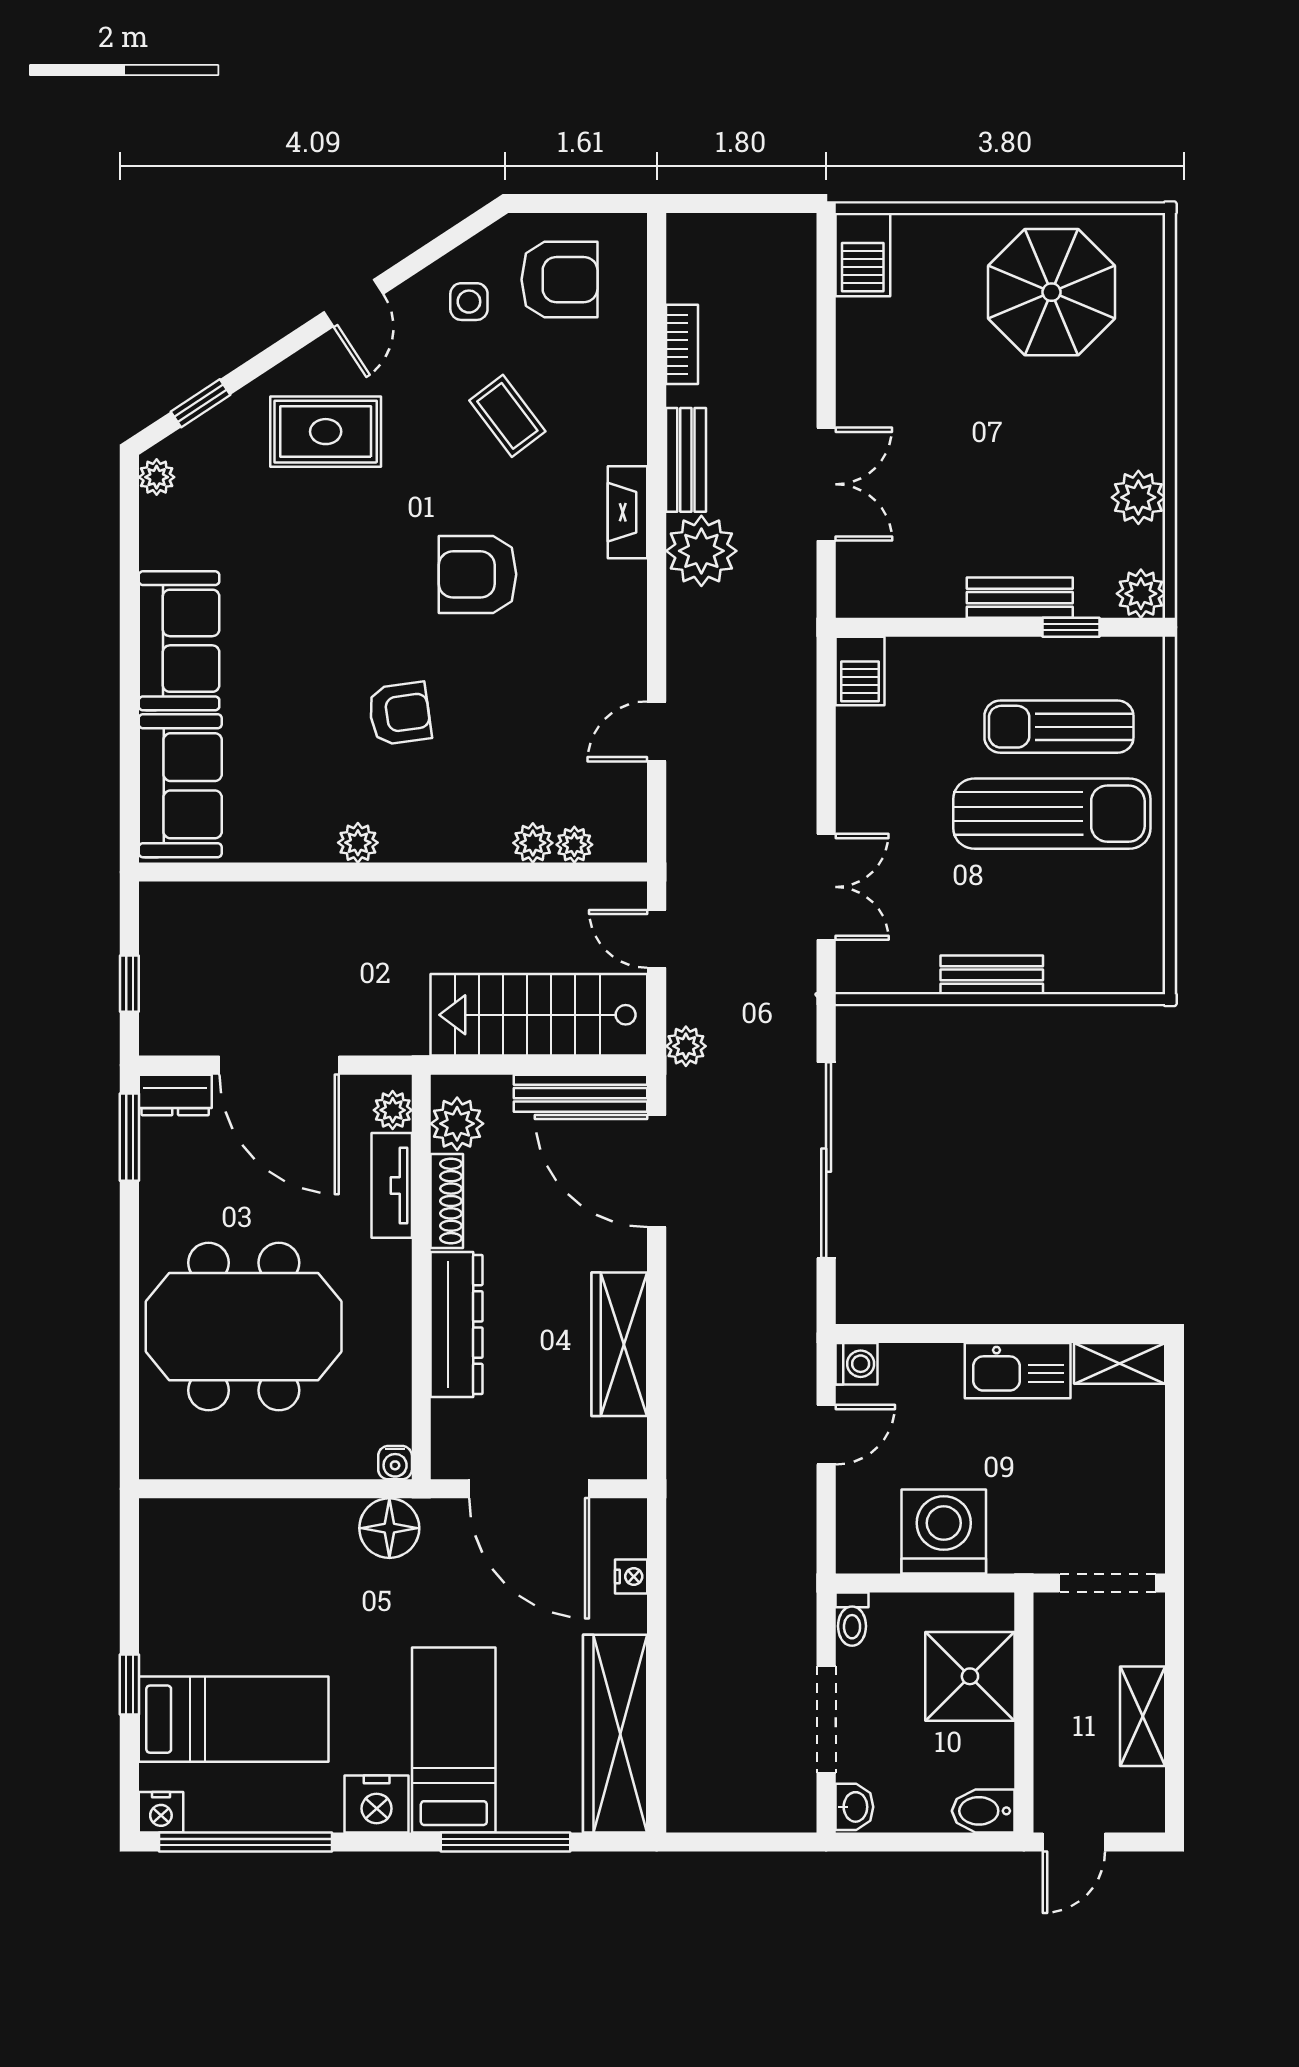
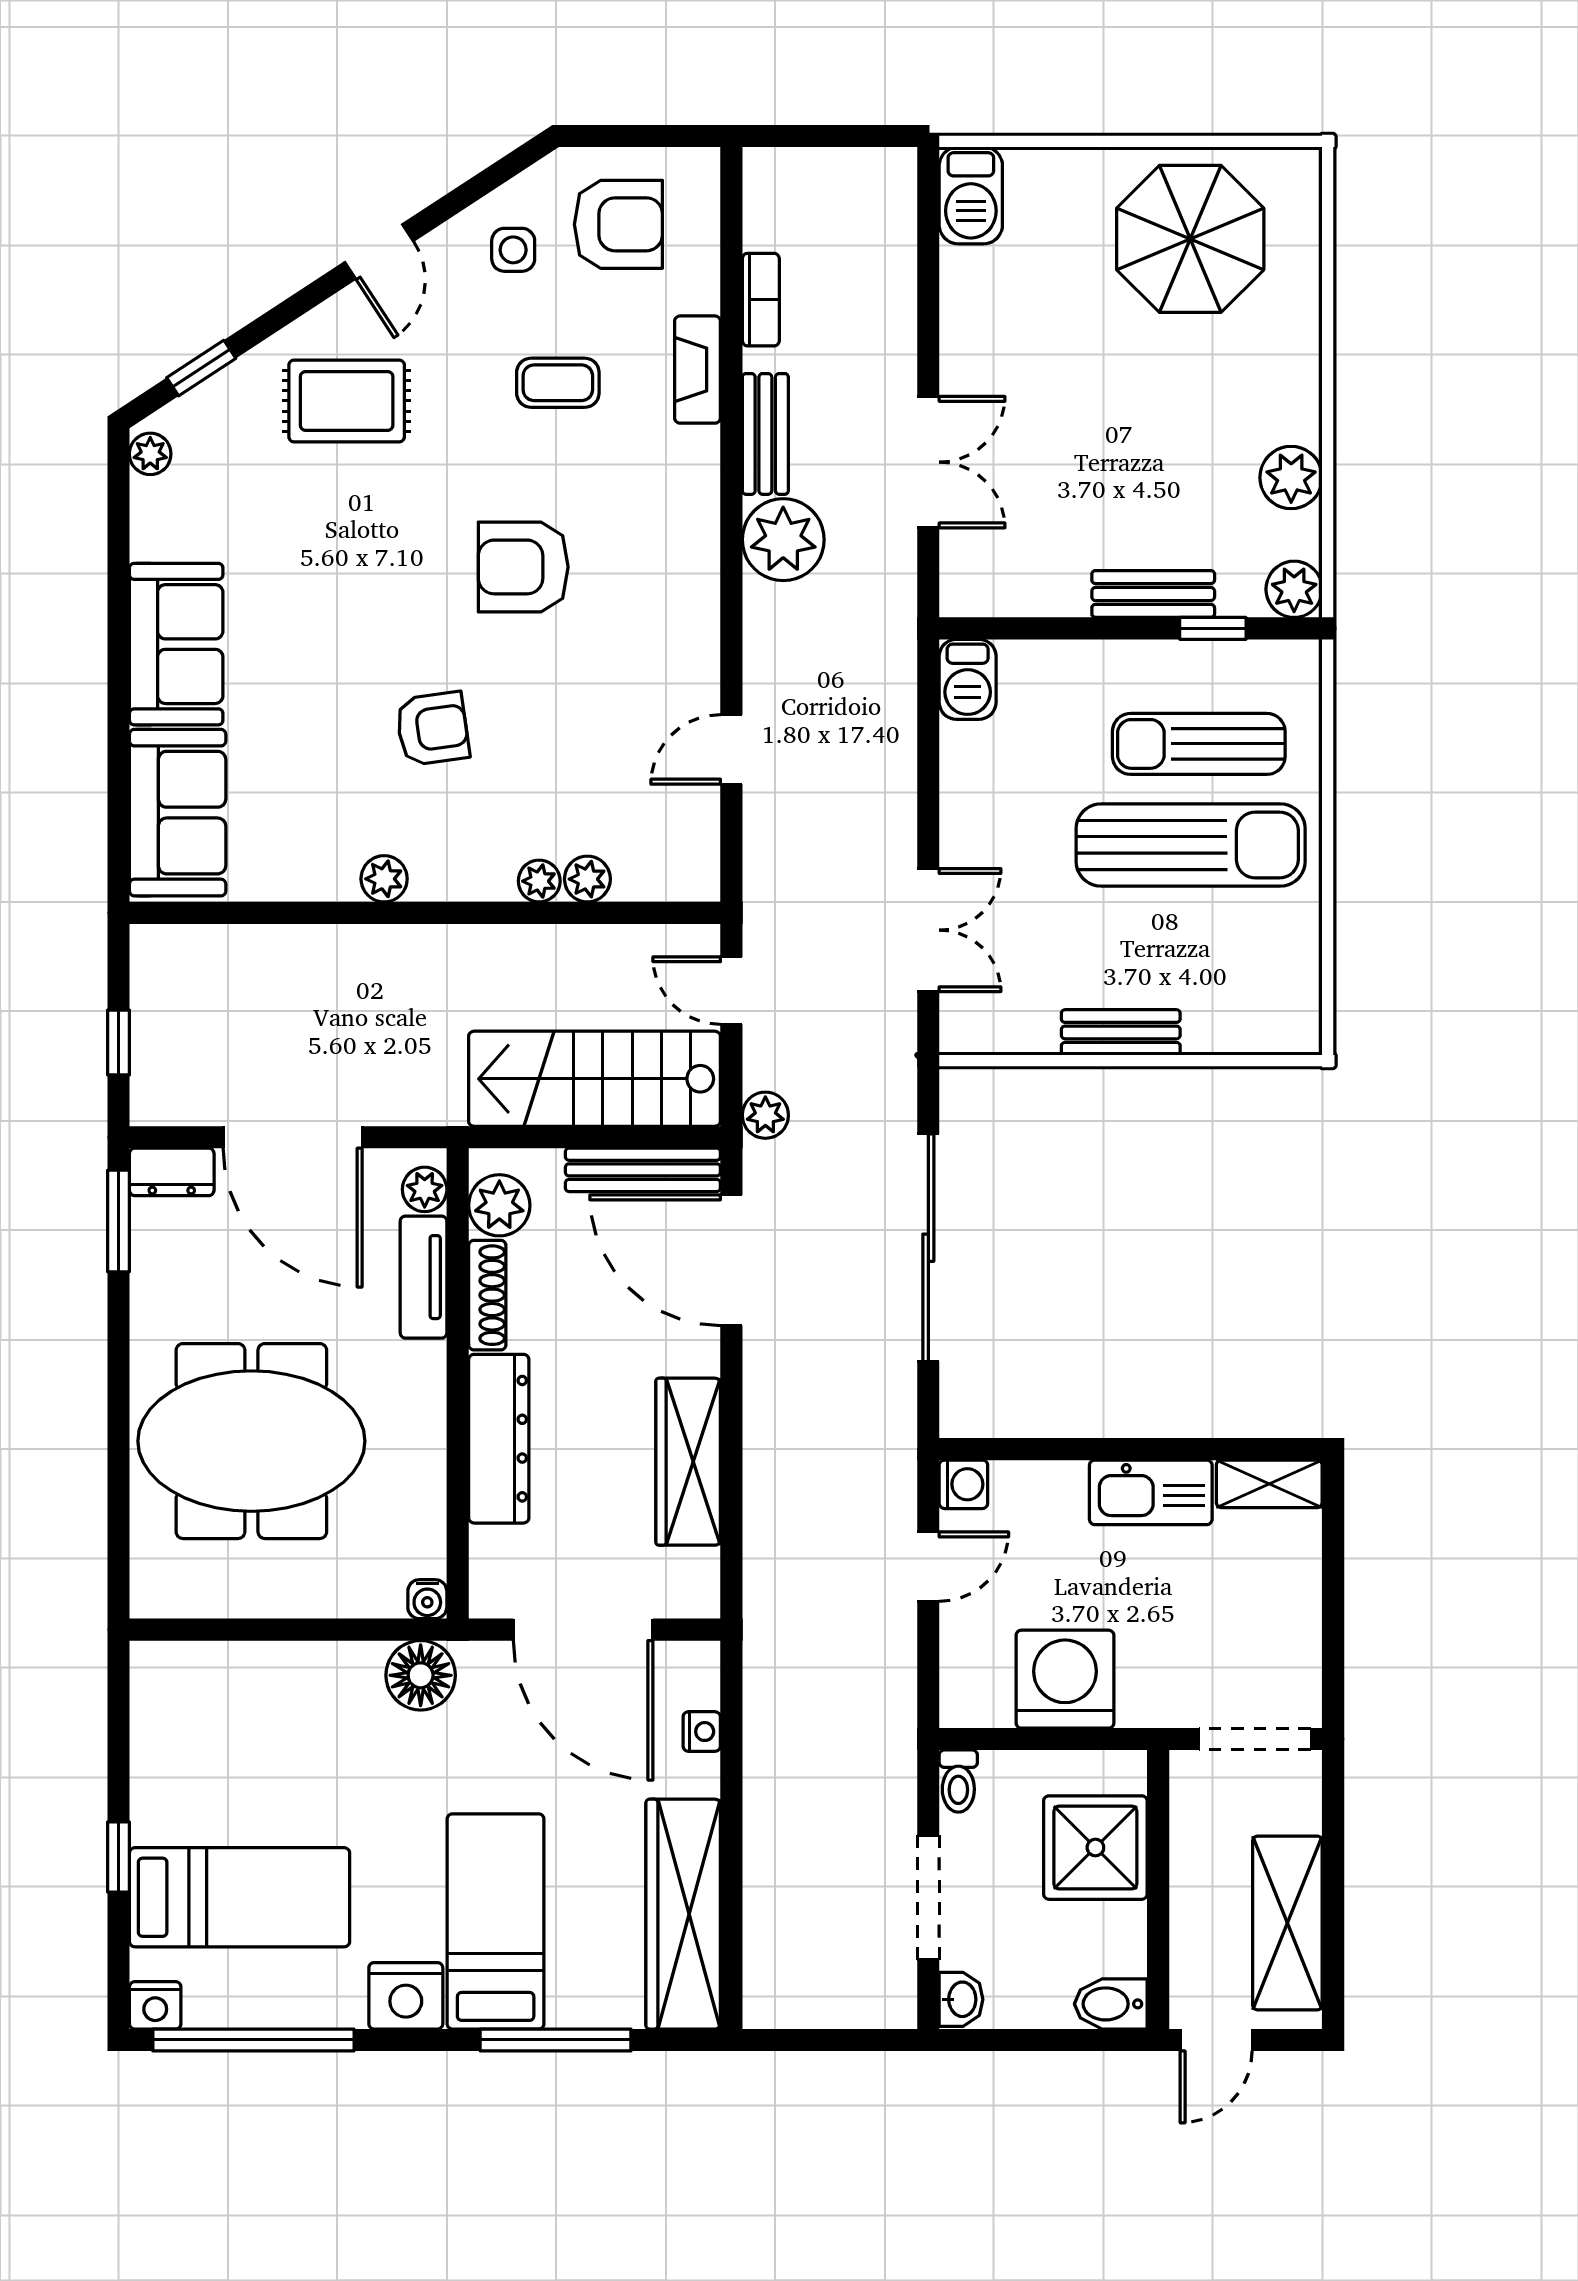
coffee table: (507, 416) -> (558, 383), turned -53
fireplace: (628, 512) -> (697, 370), moved
plant: (574, 845) -> (539, 881), moved
shelving: (1143, 1716) -> (1287, 1923), width x1.50, depth x1.33

